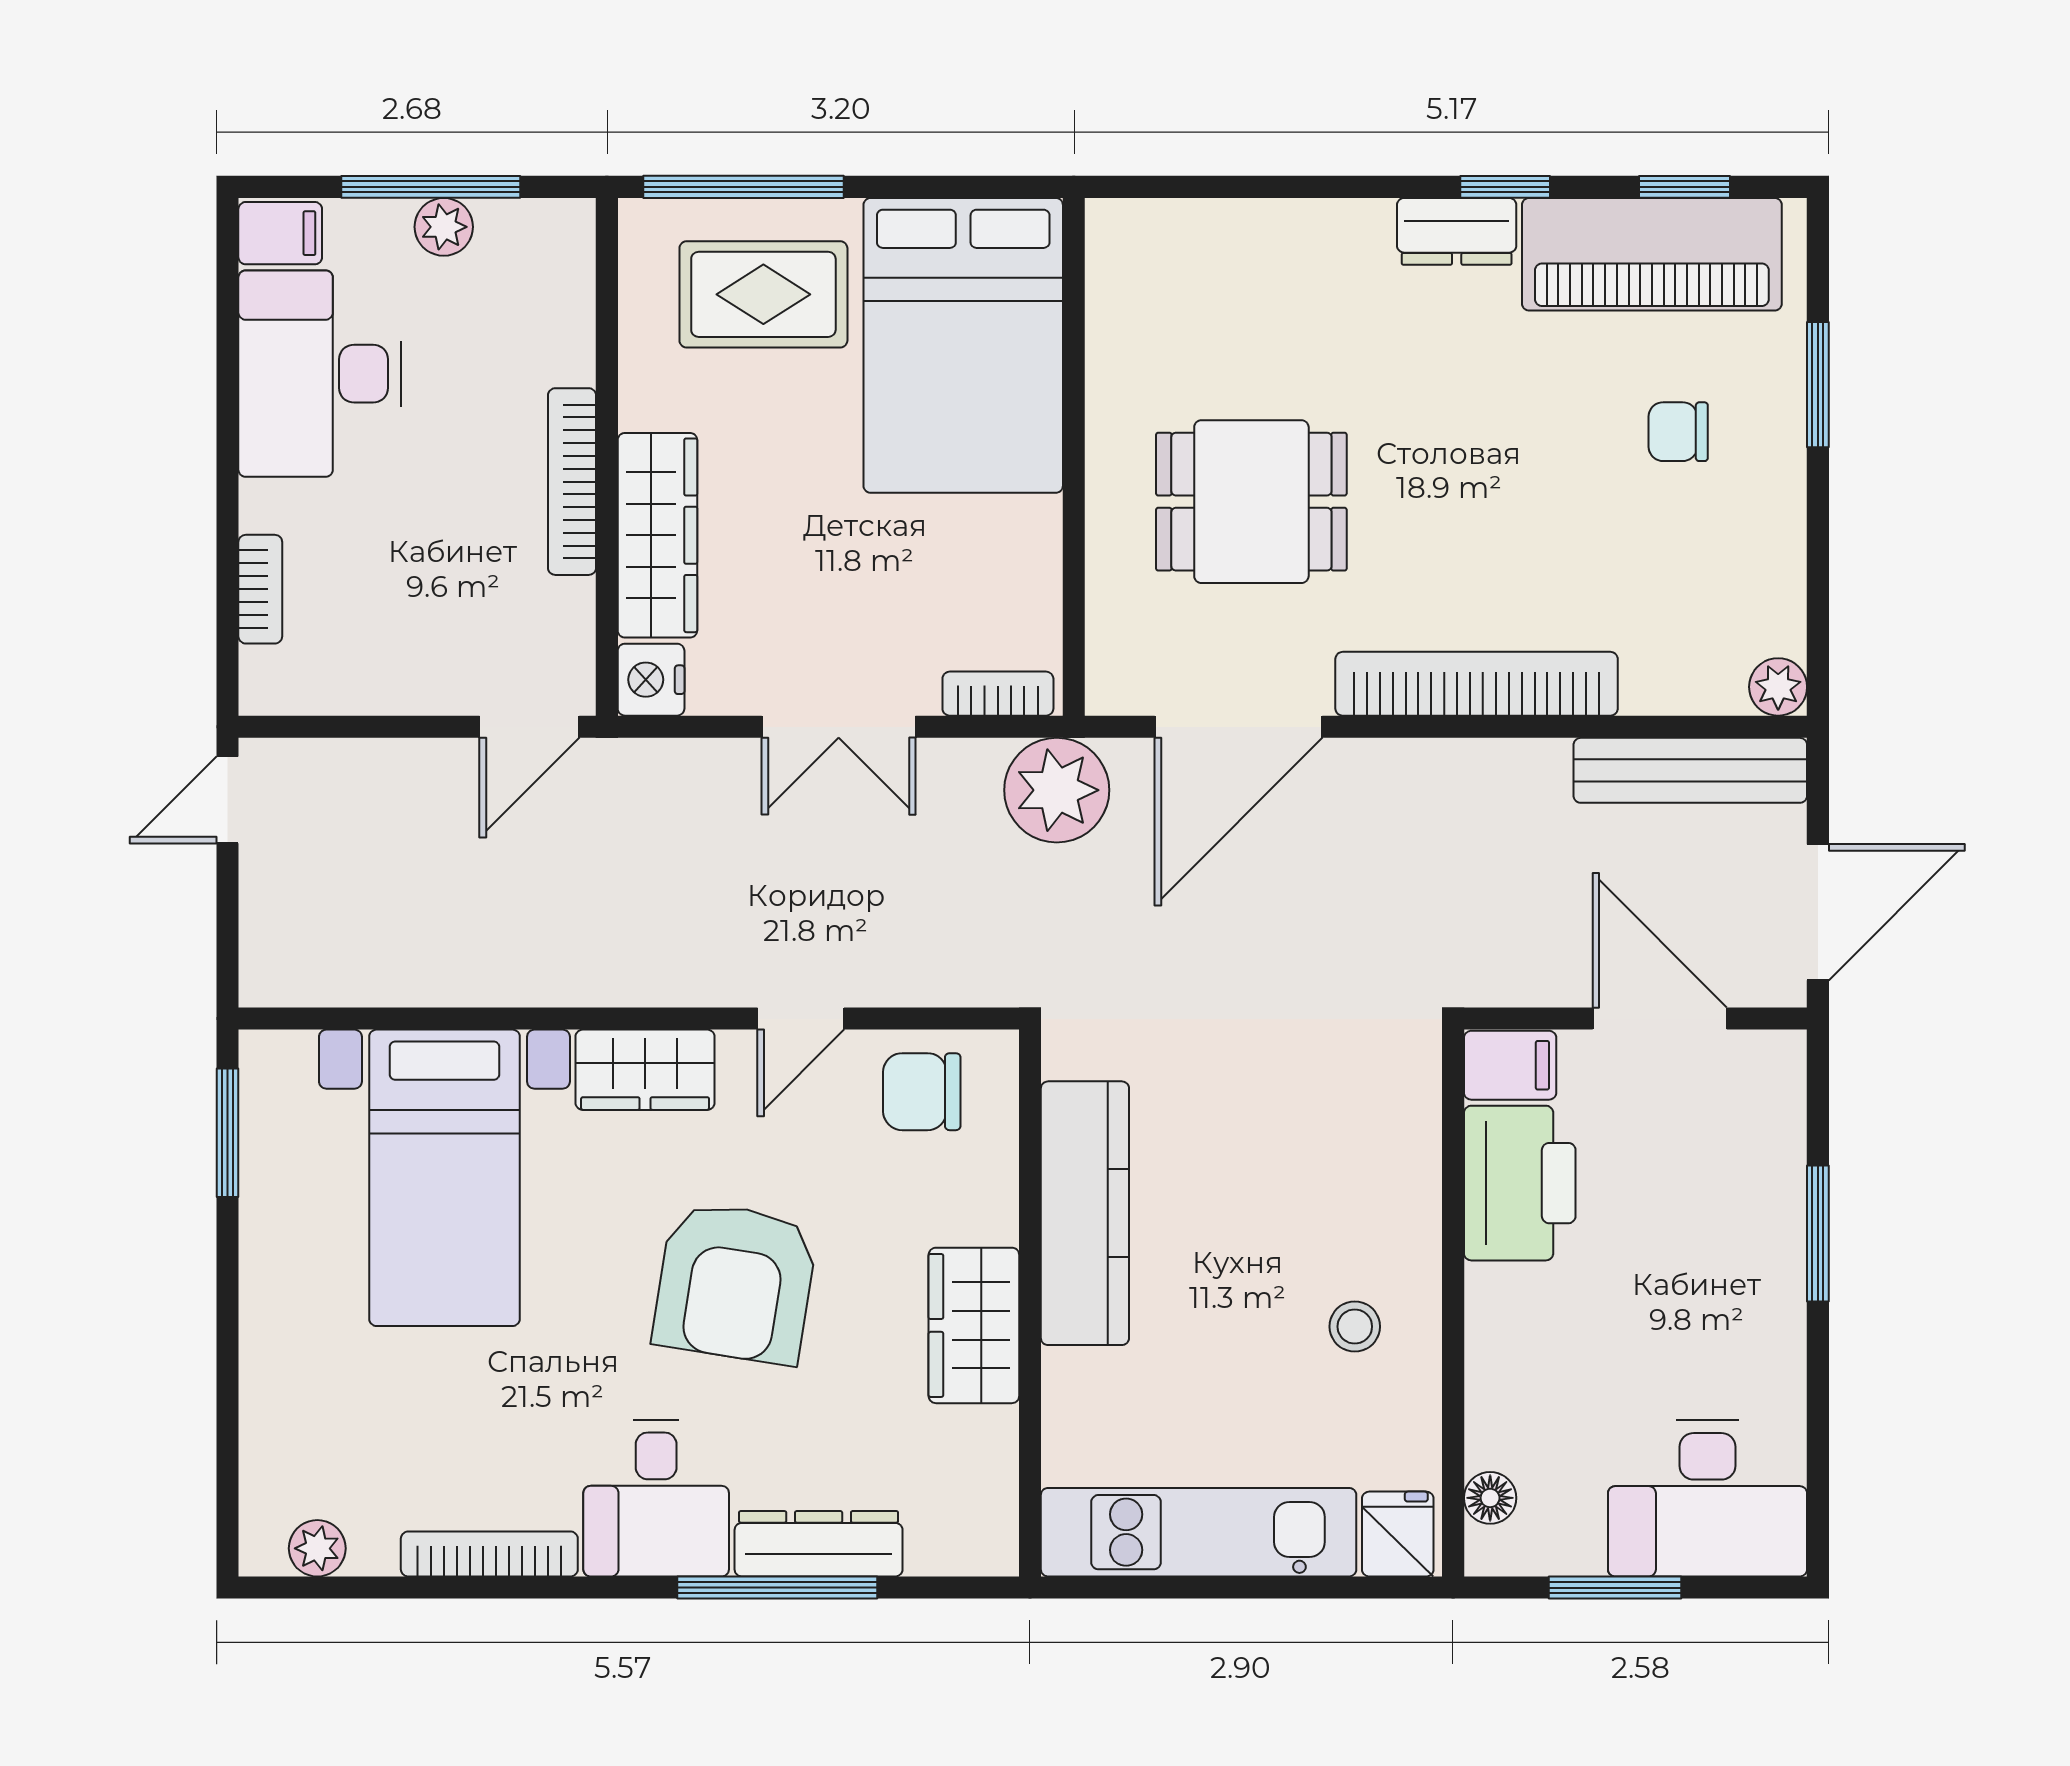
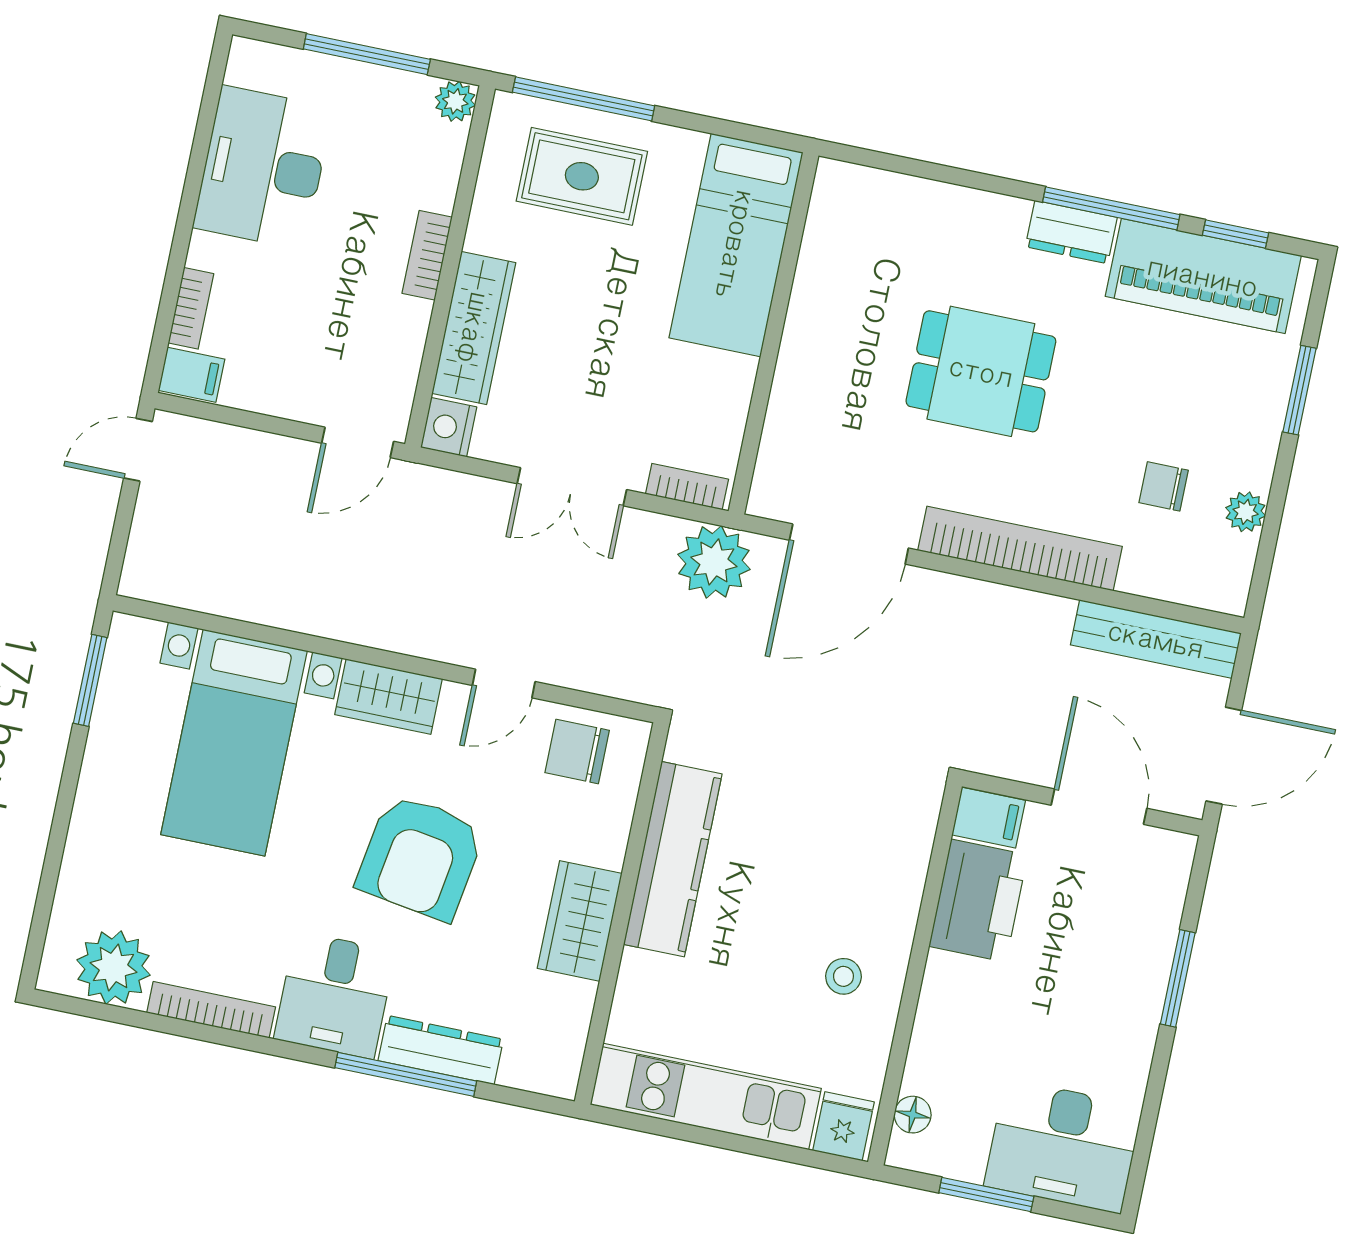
window: (1505, 187) -> (1111, 208), width x2.17
plant: (444, 227) -> (455, 101), moved
filing cabinet: (280, 233) -> (192, 375), moved
bed: (963, 345) -> (736, 245), width x0.67
chair: (1678, 432) -> (1164, 486), moved
bookcase: (572, 482) -> (427, 255), width x0.64
dining table: (1251, 502) -> (981, 371), moved
plant: (1778, 687) -> (1246, 512), moved
plant: (317, 1548) -> (113, 968), width x1.88, depth x1.88

